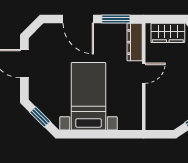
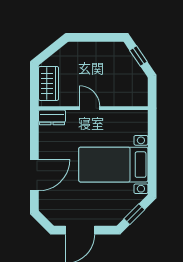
window: (116, 19) -> (34, 137), removed
dresser: (135, 42) -> (52, 117), width x0.70

